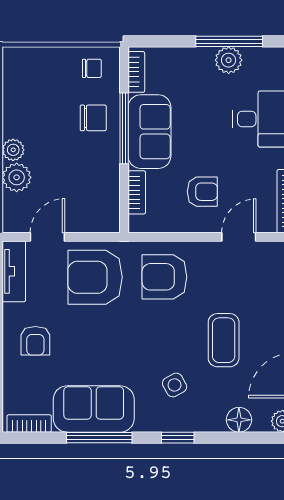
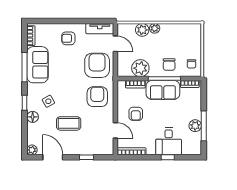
plant: (101, 181) -> (140, 68), added
floor lamp: (239, 420) -> (33, 117), moved

